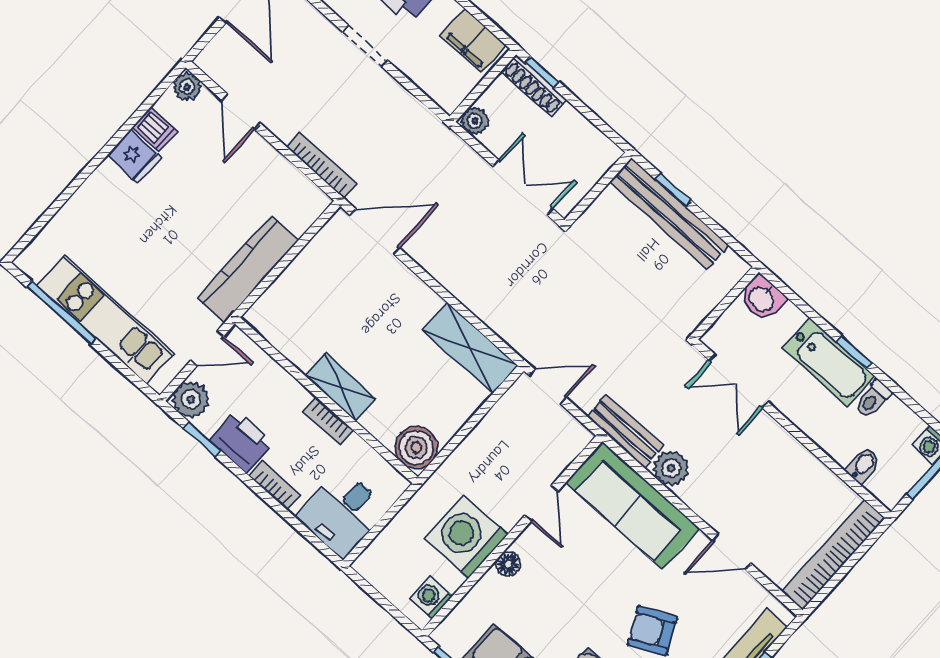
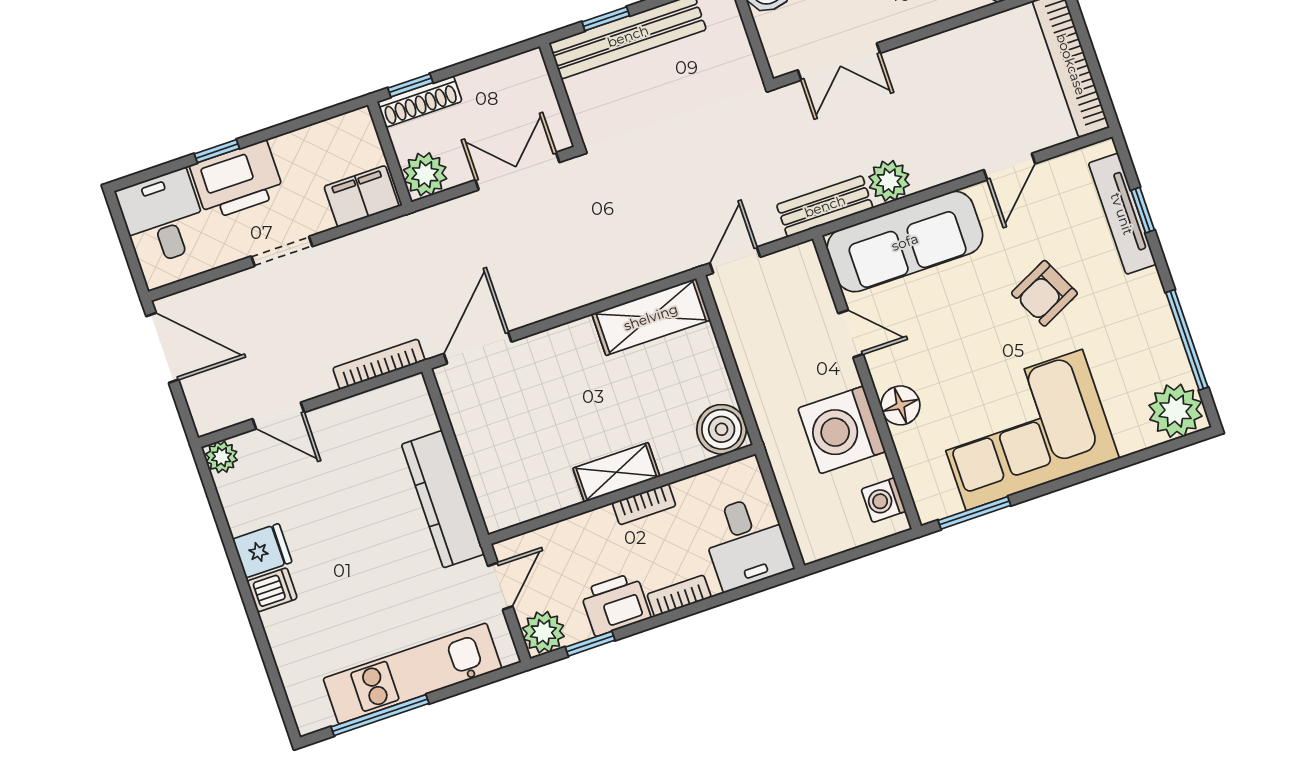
filing cabinet: (473, 41) -> (362, 196), moved, turned 180
plant: (475, 121) -> (425, 174), width x1.38, depth x1.38
dishwasher: (155, 129) -> (272, 590), moved
floor lamp: (508, 564) -> (900, 405), width x1.37, depth x1.37

